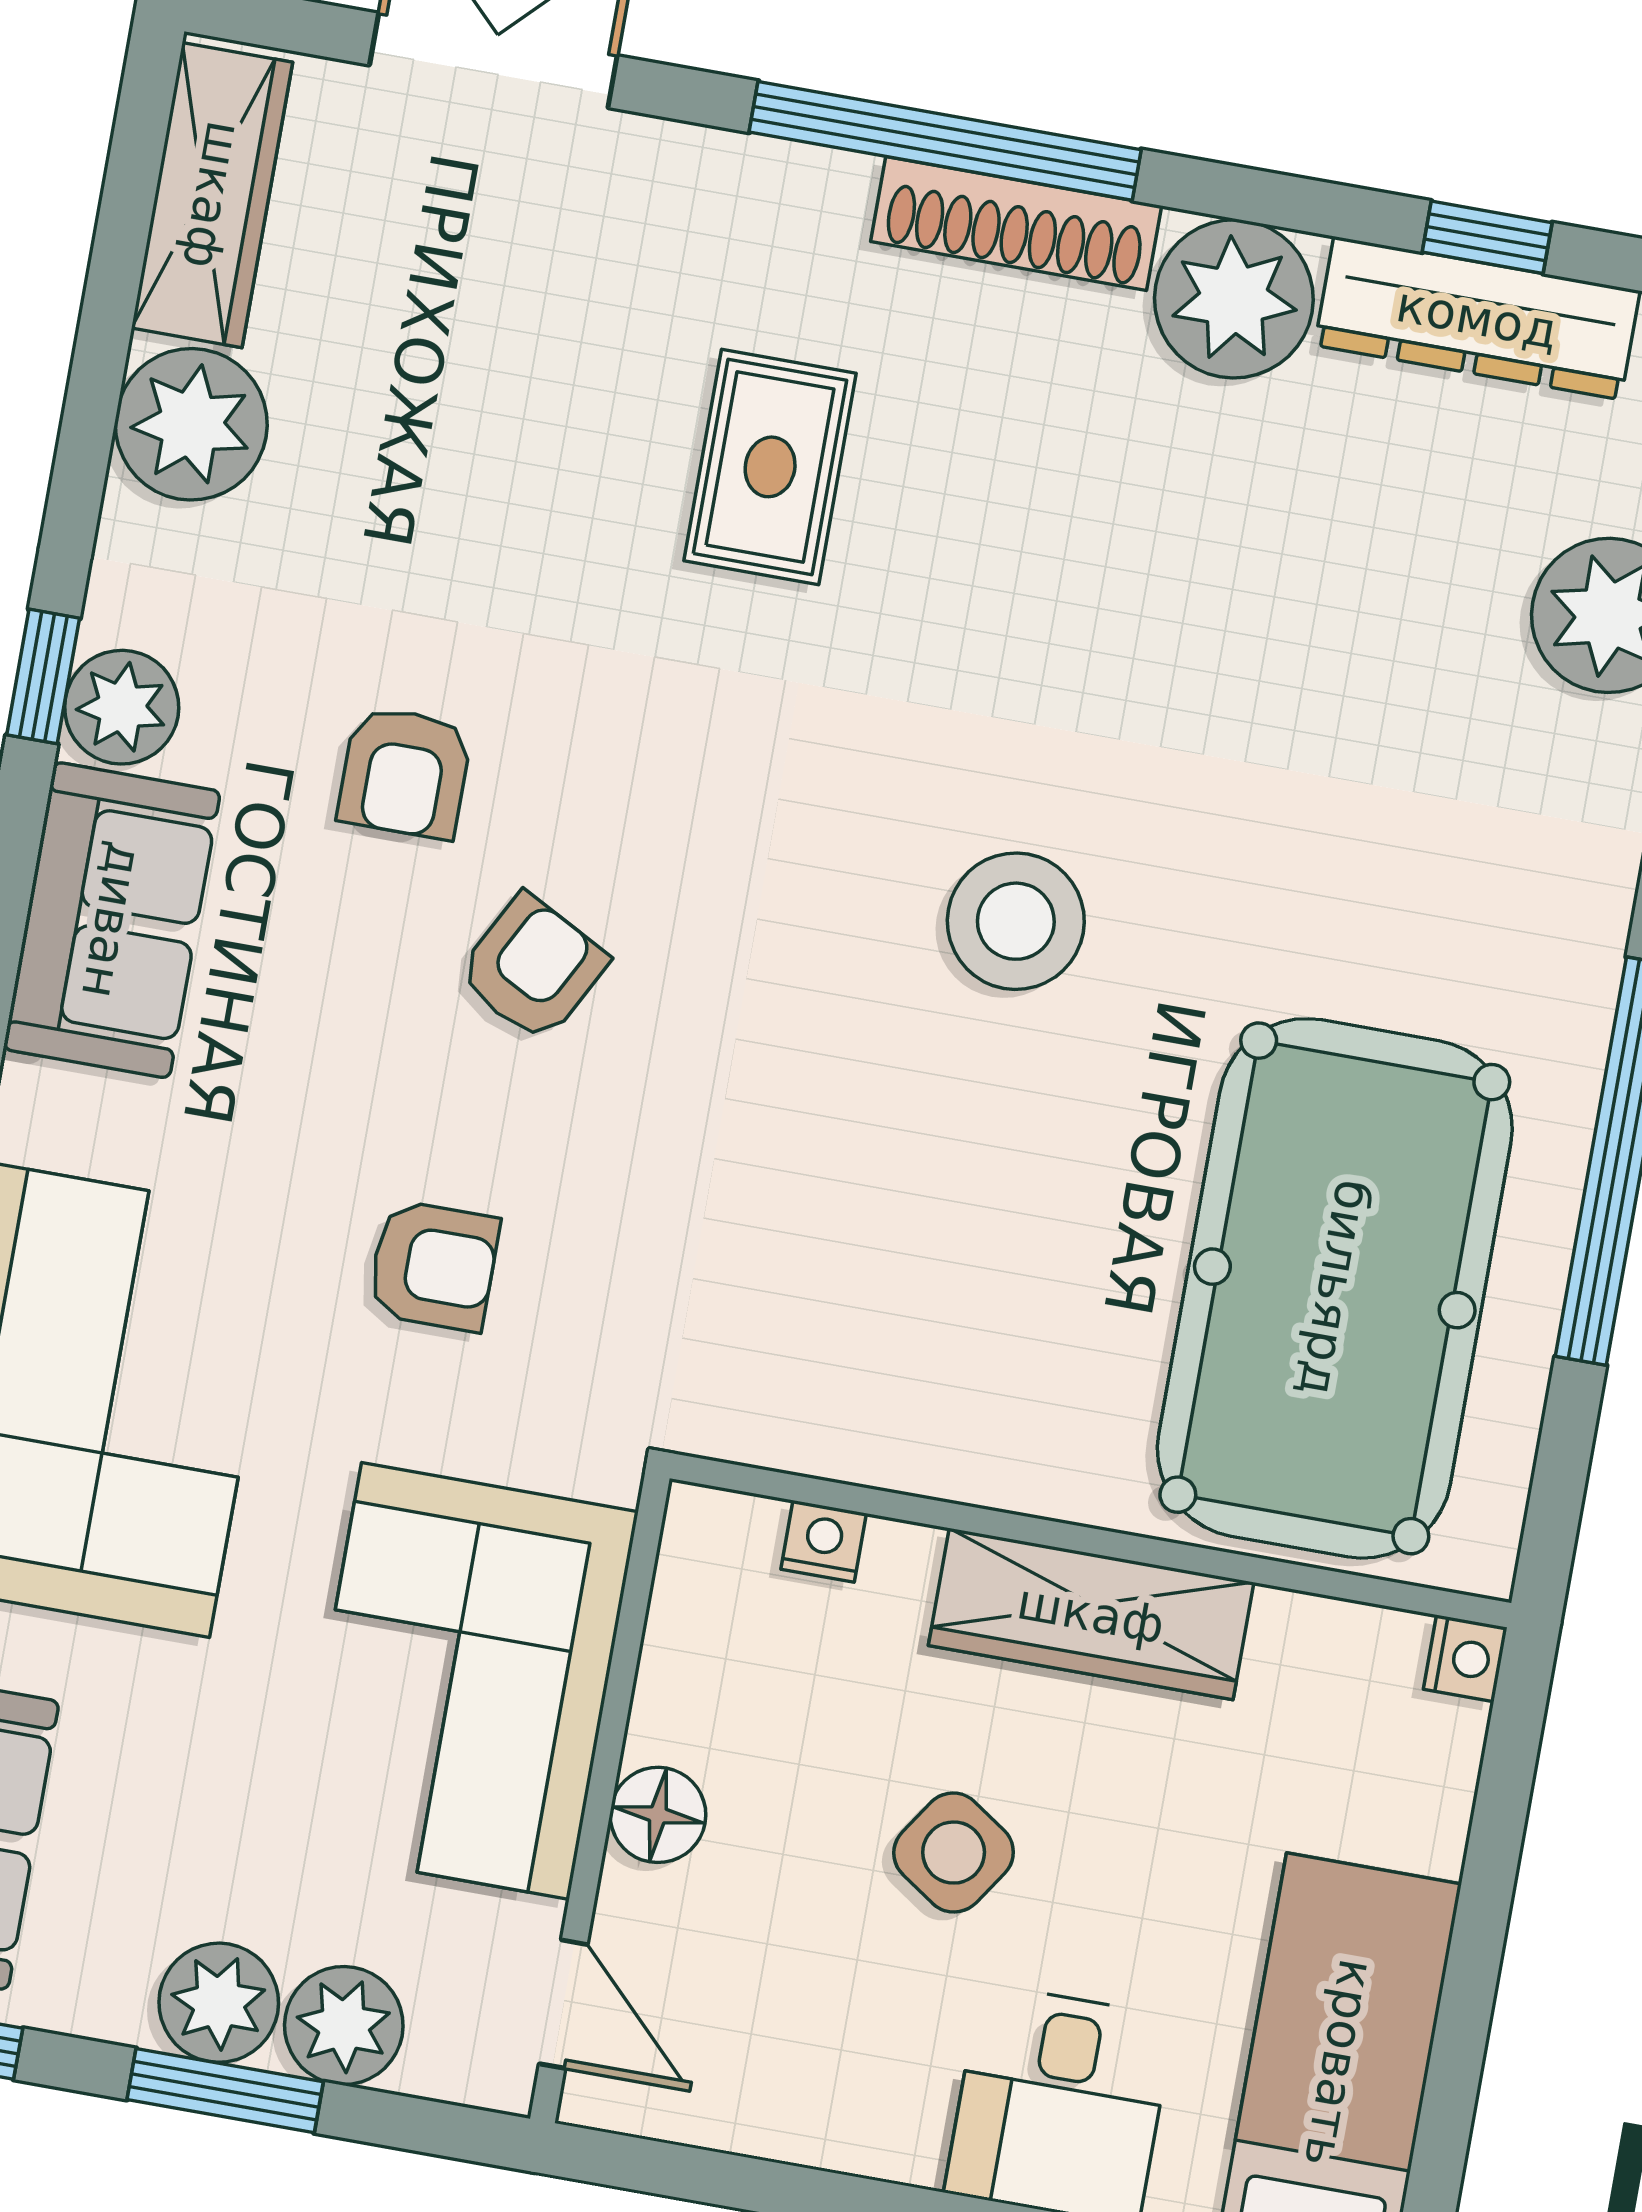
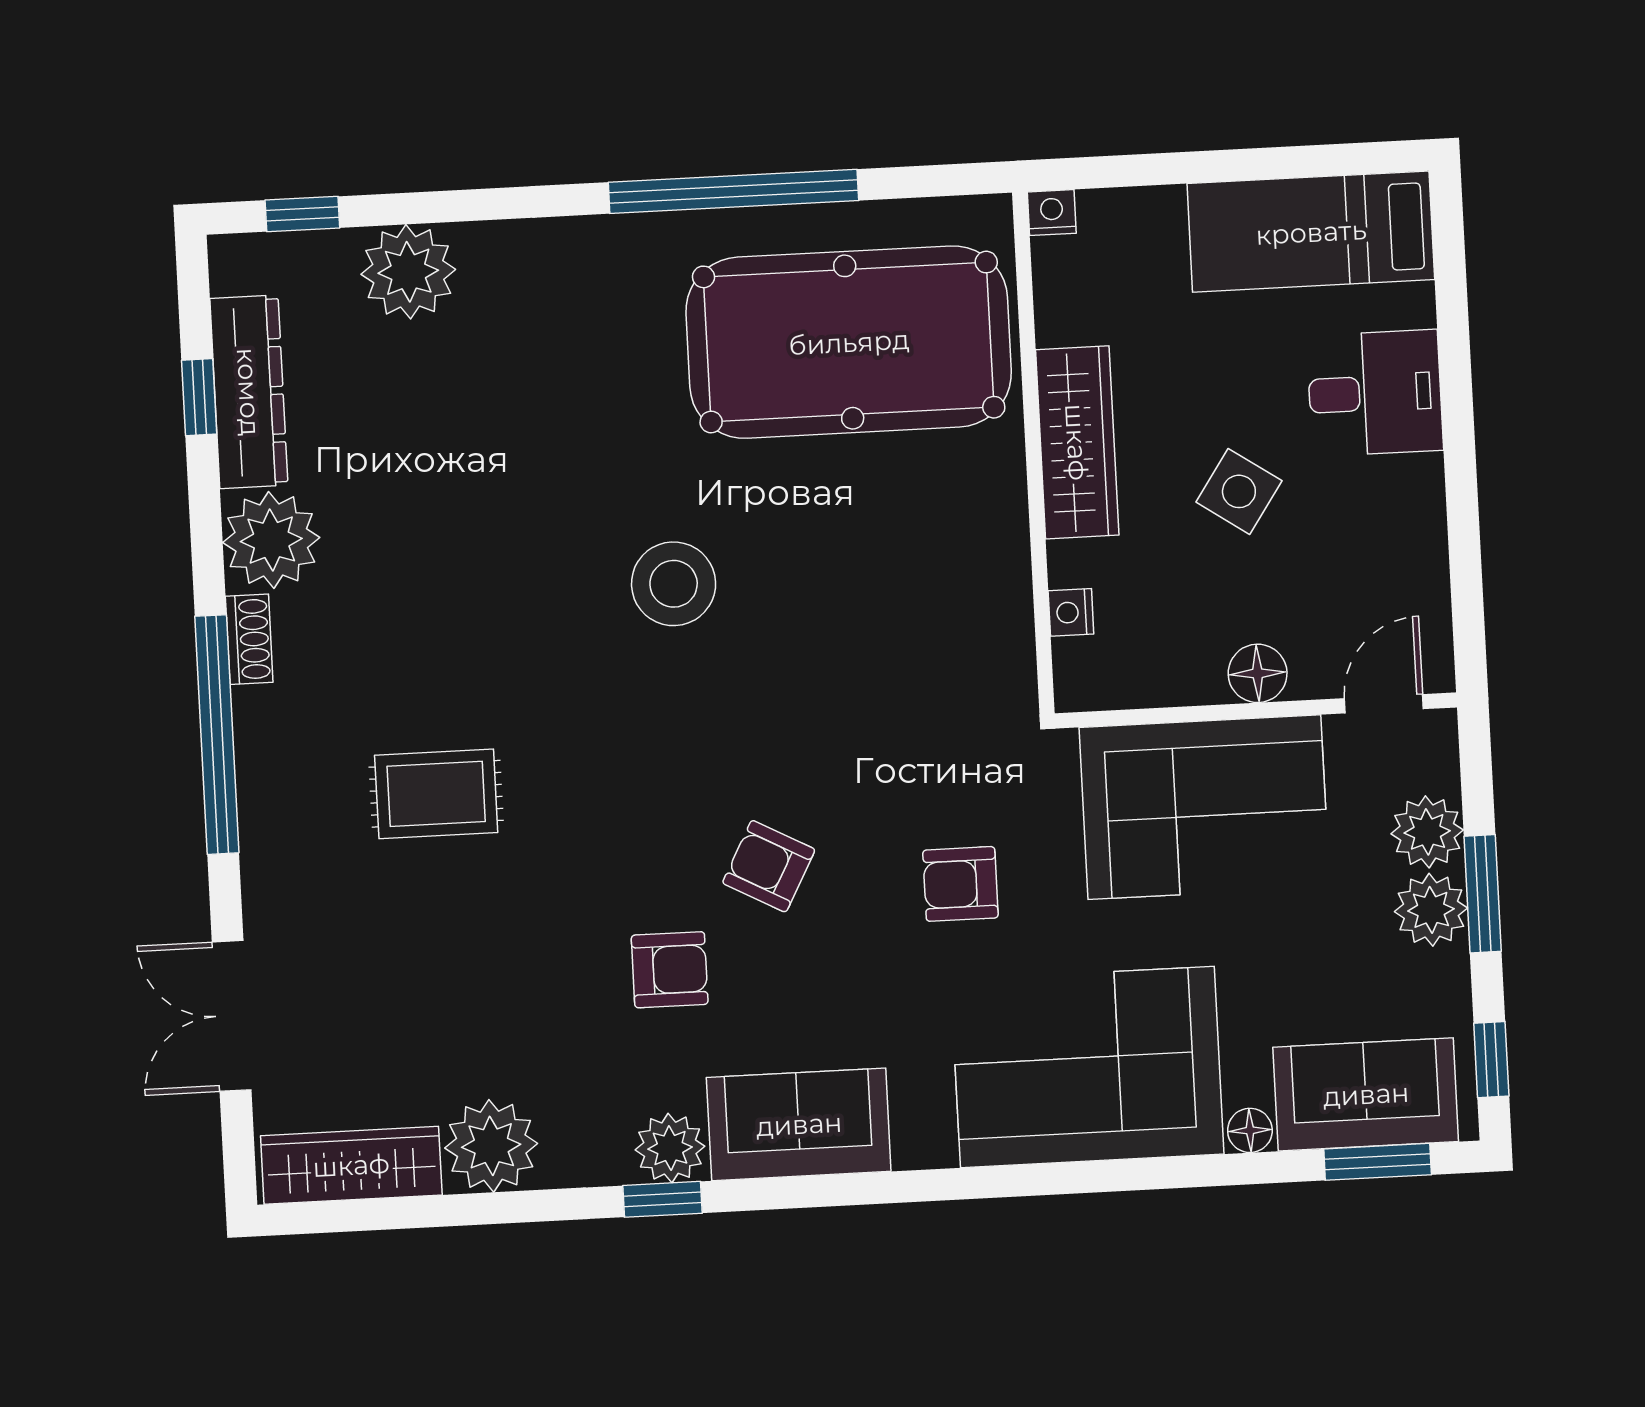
shoe rack: (1016, 224) -> (249, 639), width x0.51, depth x0.81
armchair: (434, 1266) -> (960, 884), turned -90

